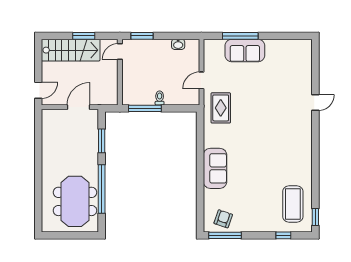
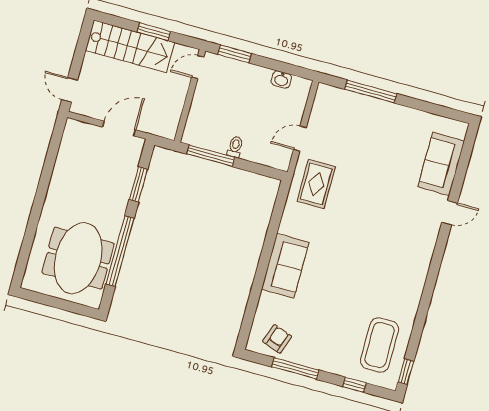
sofa: (245, 50) -> (441, 164), moved, turned 90
door: (38, 90) -> (70, 90), swing flipped
window: (225, 235) -> (295, 368), moved

